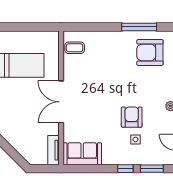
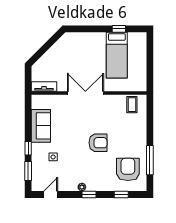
armchair: (132, 117) -> (98, 143), moved
sofa: (82, 154) -> (41, 126), moved

